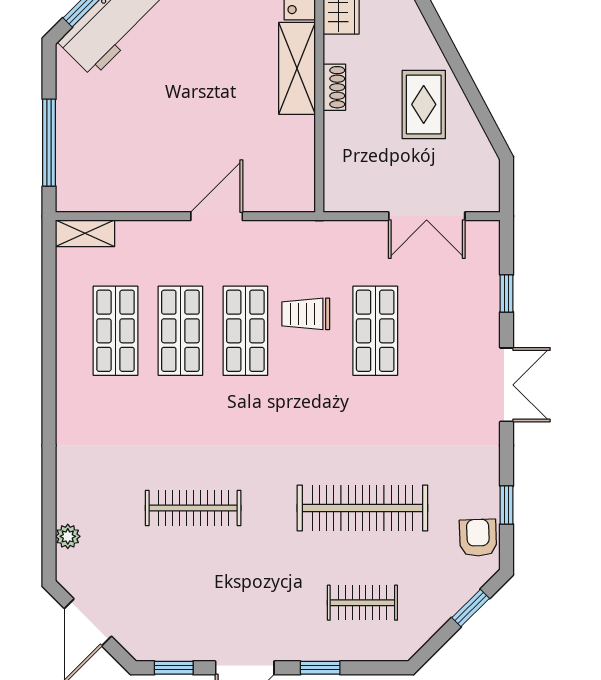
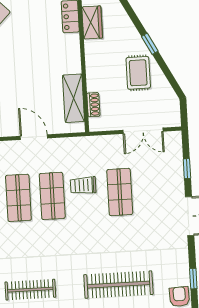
window: (449, 50) -> (150, 44), added
shelving: (297, 68) -> (74, 98), moved
shoe rack: (334, 87) -> (93, 105), moved
door: (217, 216) -> (34, 137), hinge flipped

